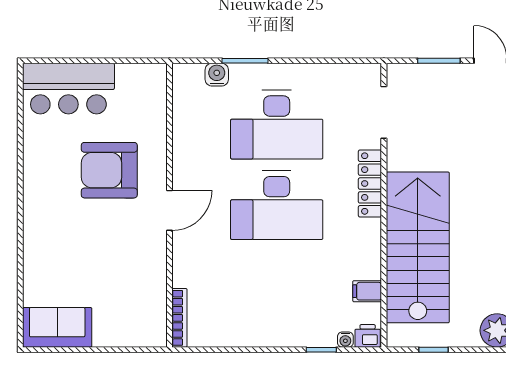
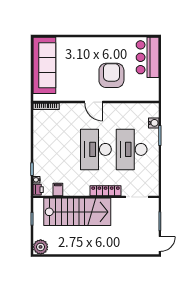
sofa: (57, 327) -> (44, 65), width x1.85, depth x1.27

